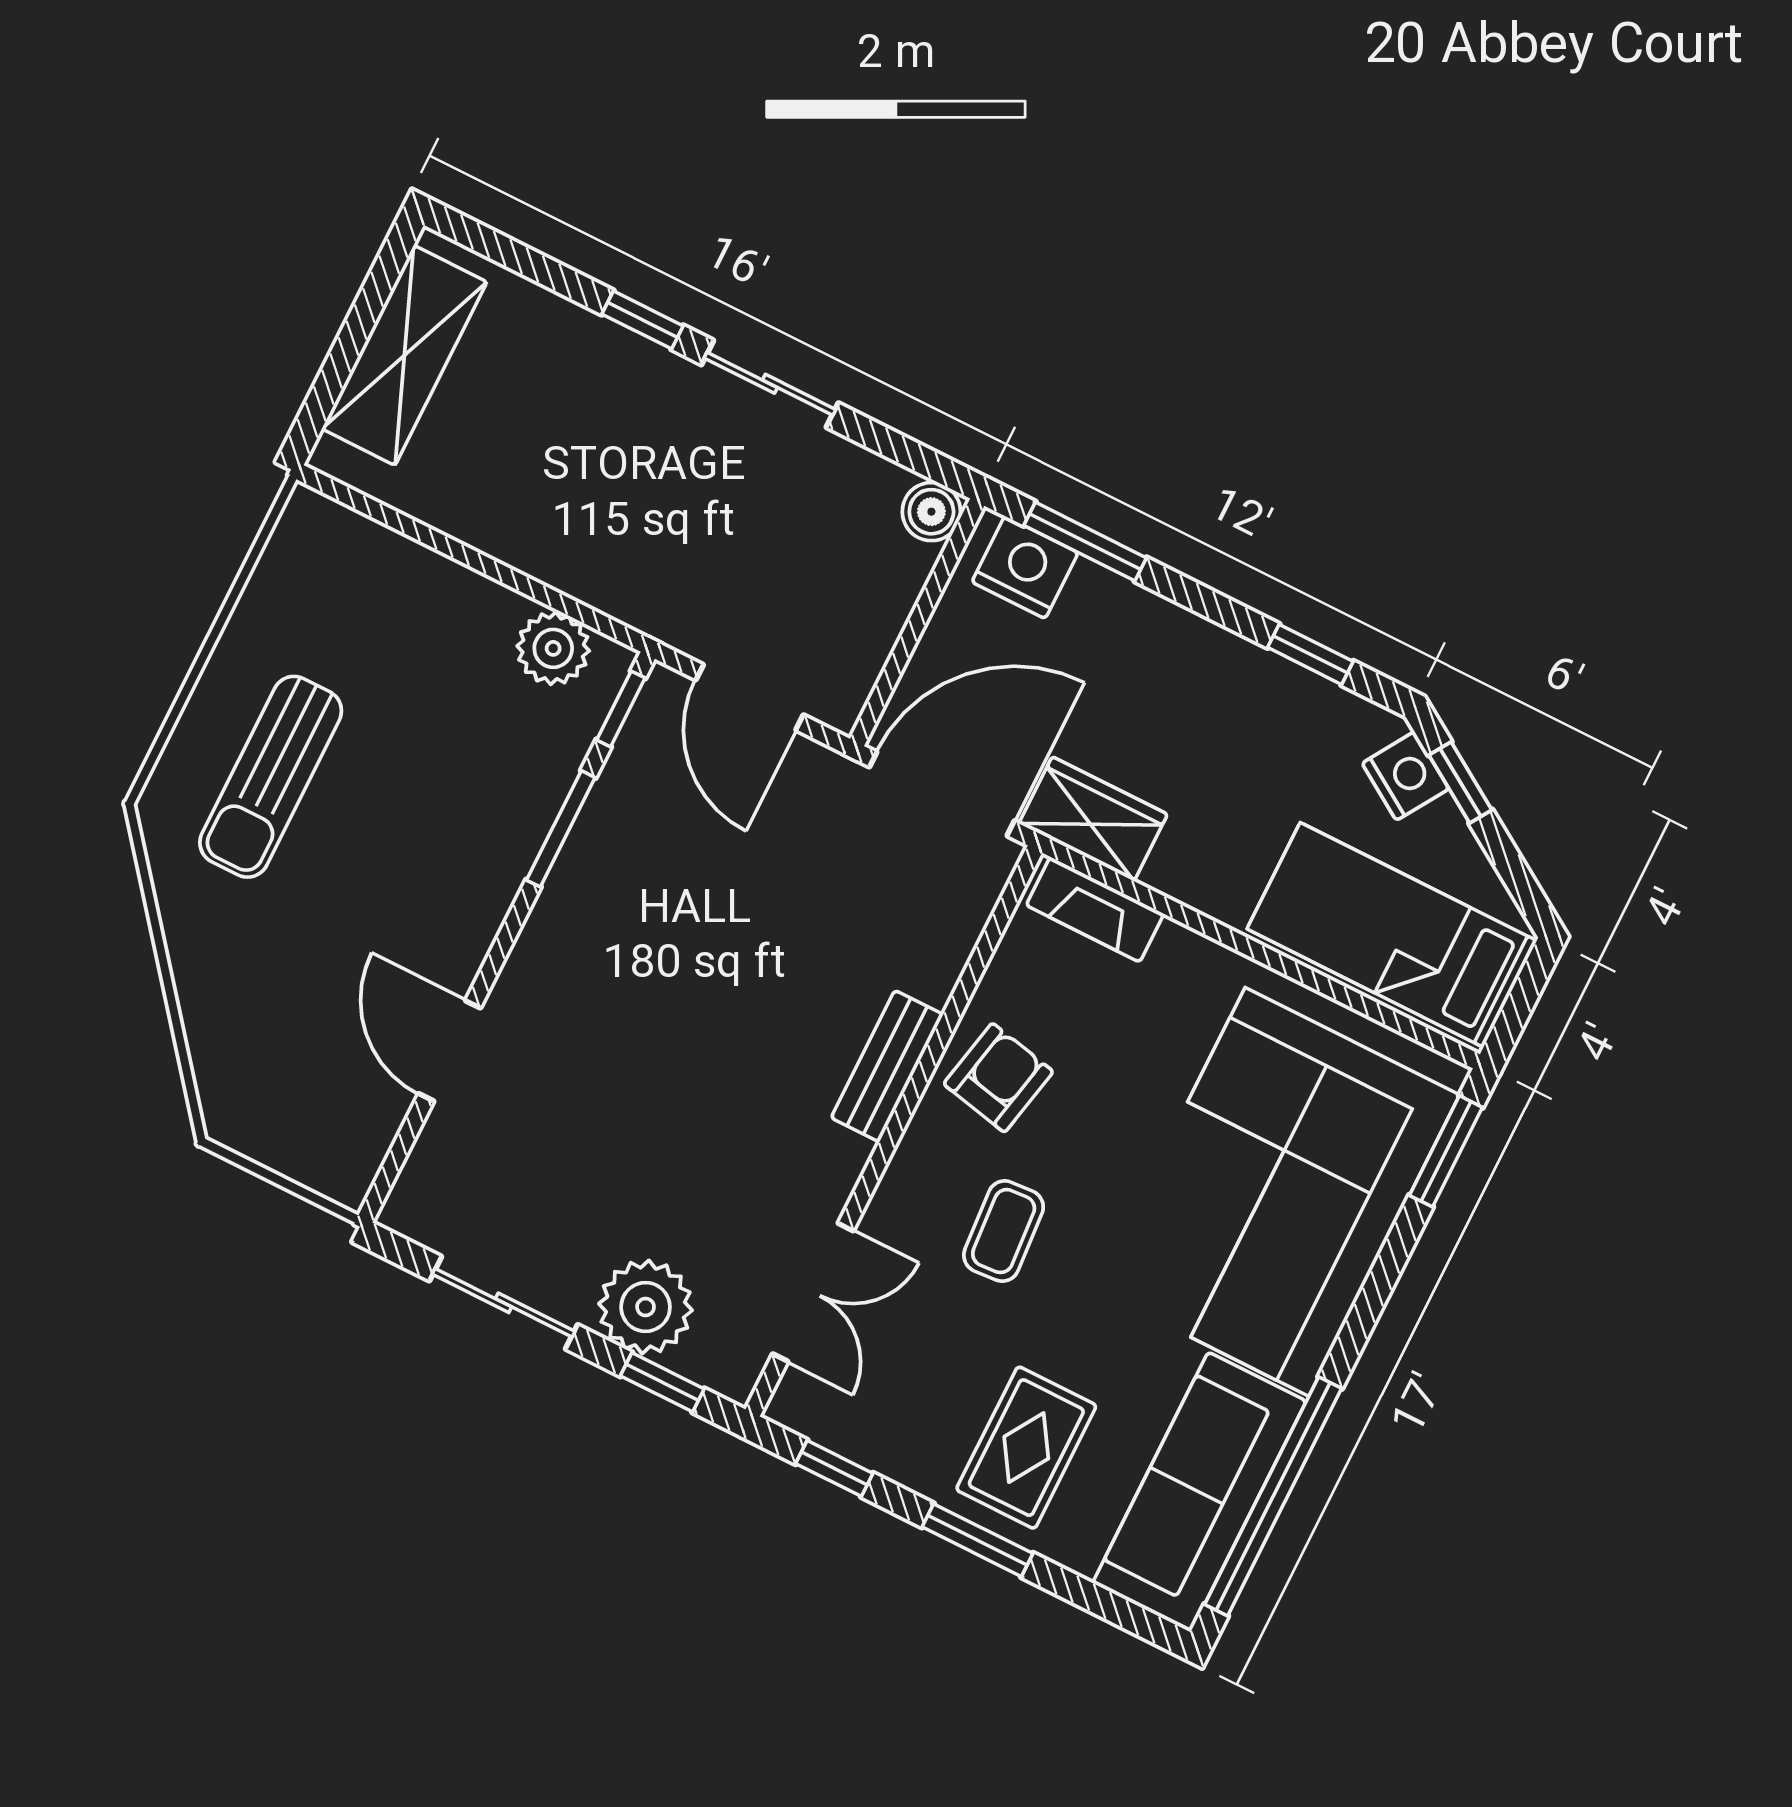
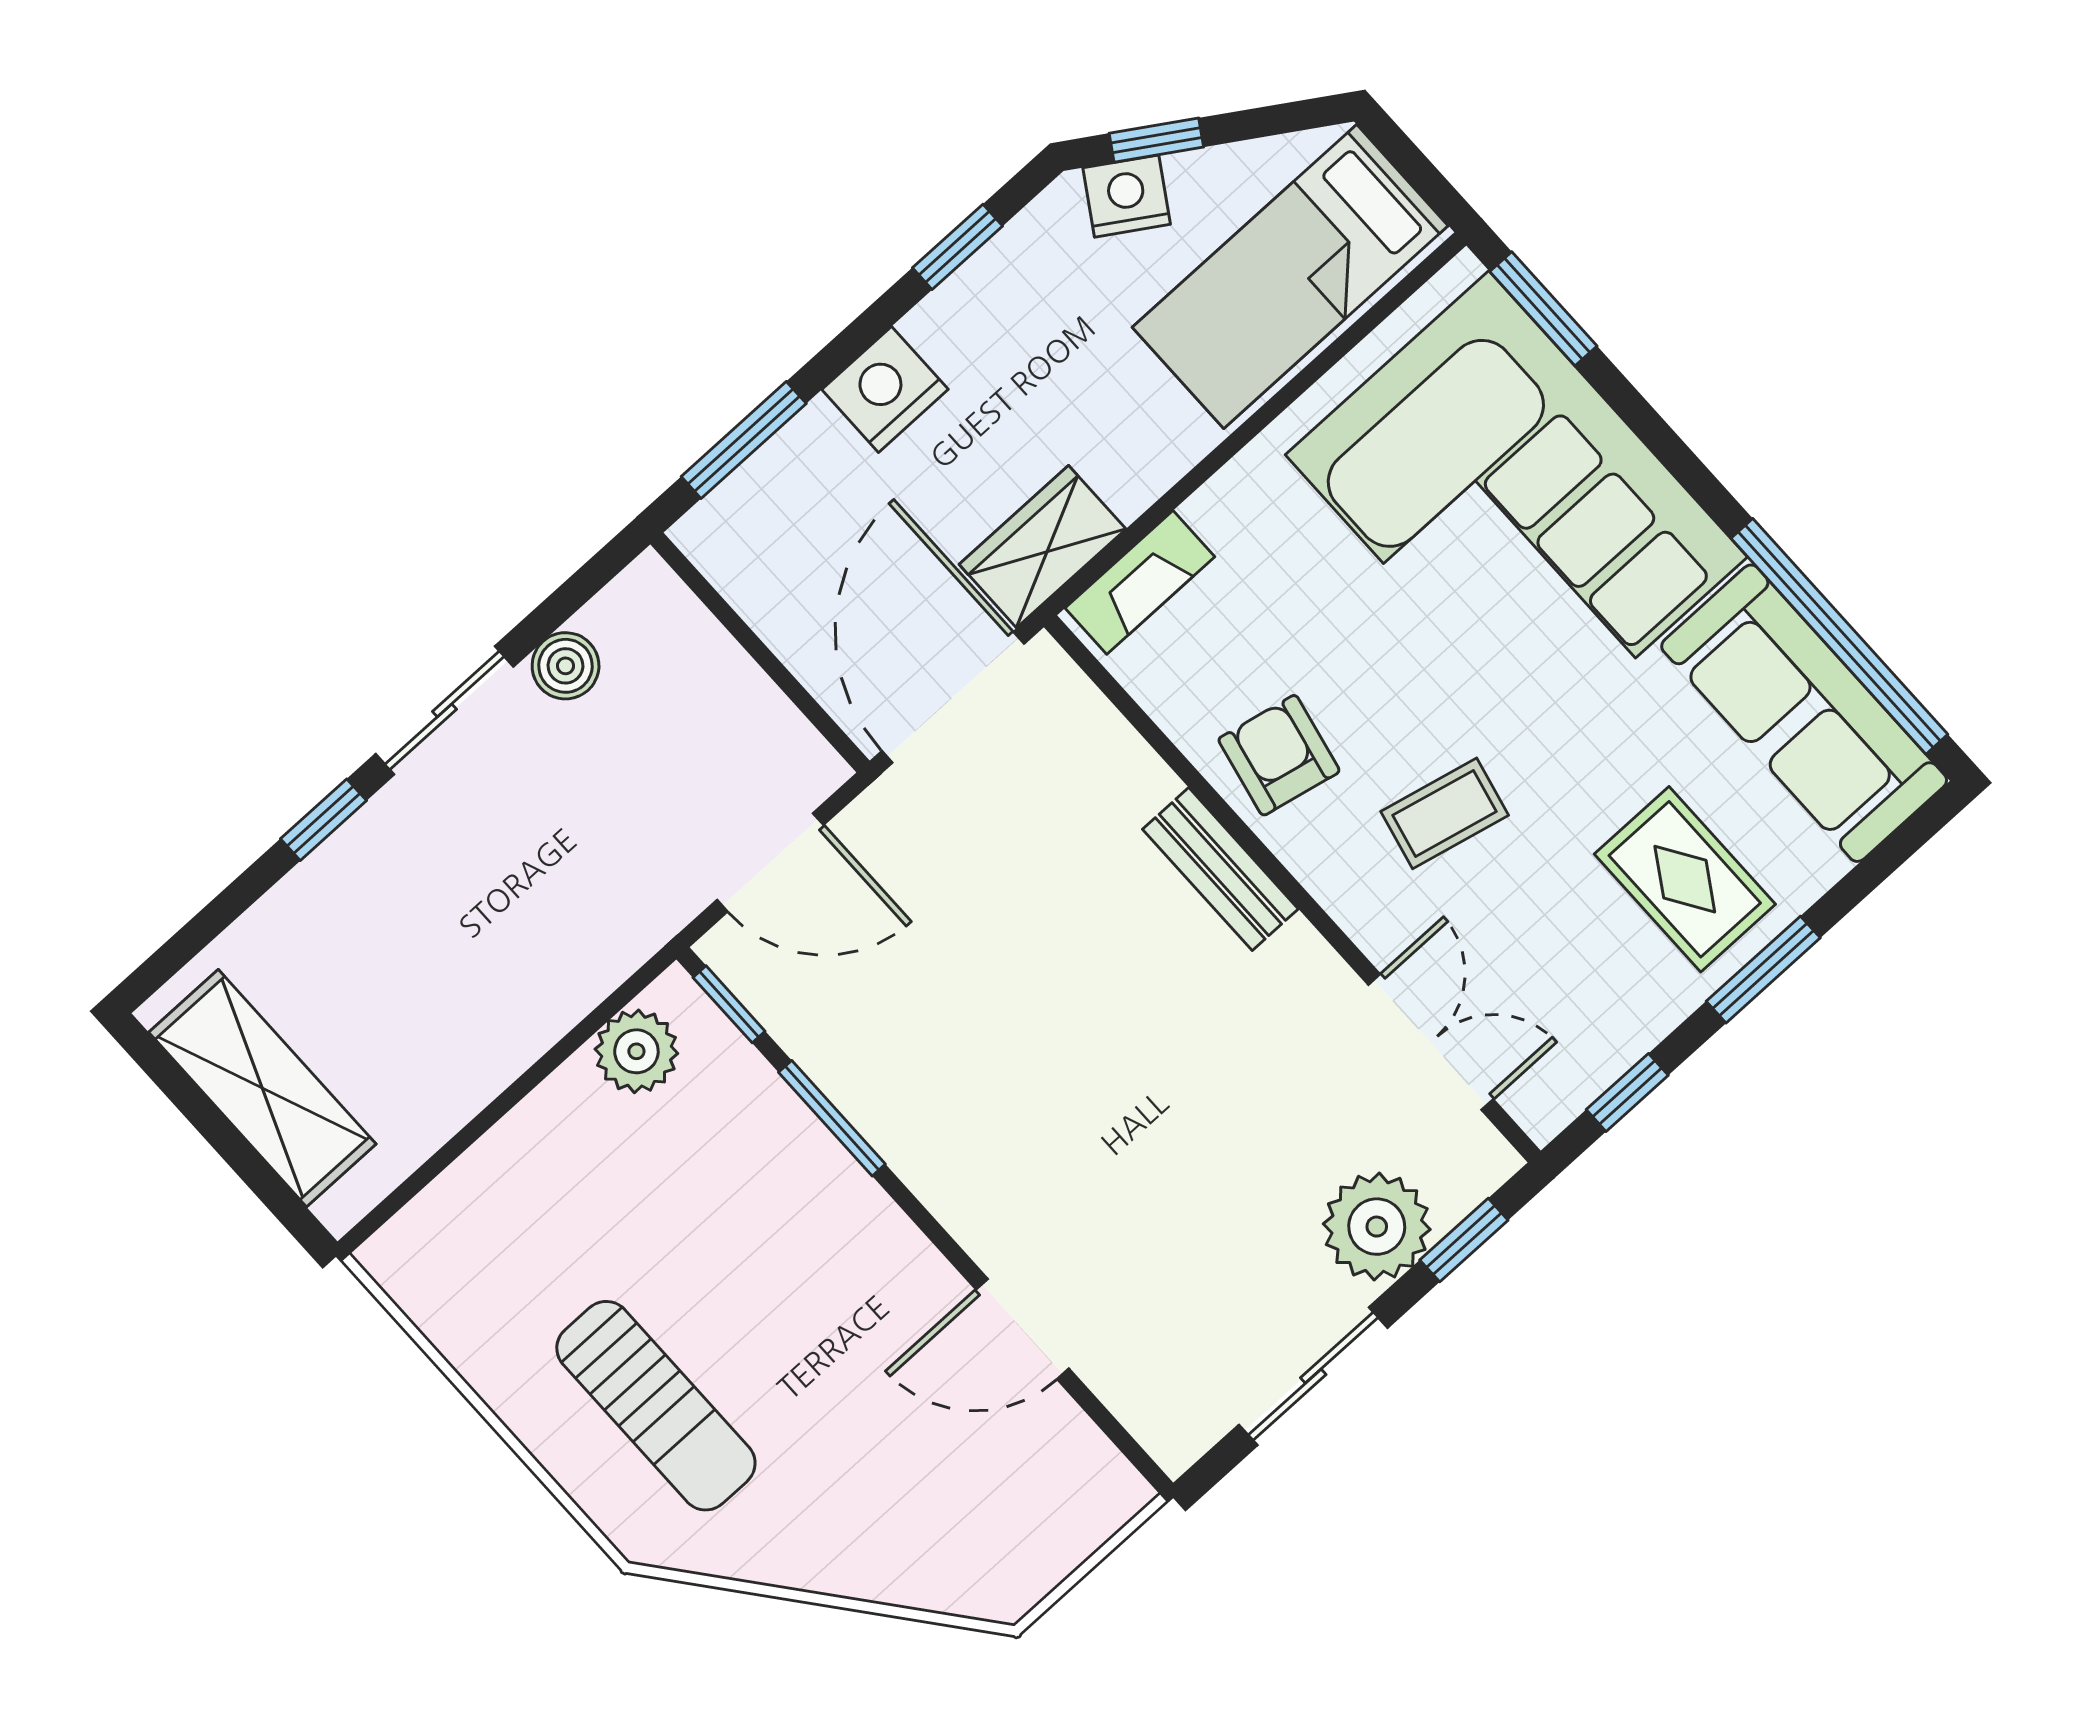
boiler: (931, 512) -> (566, 666), moved
nightstand: (1025, 567) -> (885, 389), moved
coffee table: (1004, 1231) -> (1445, 813), turned -73

